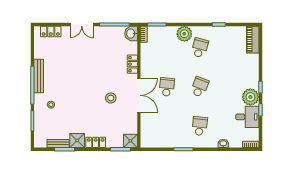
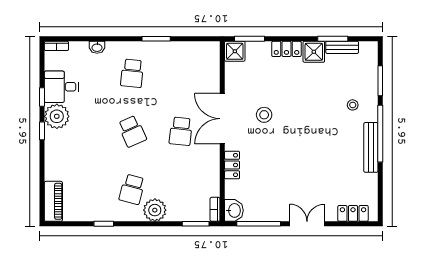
school desk: (200, 87) -> (132, 131), turned -45

